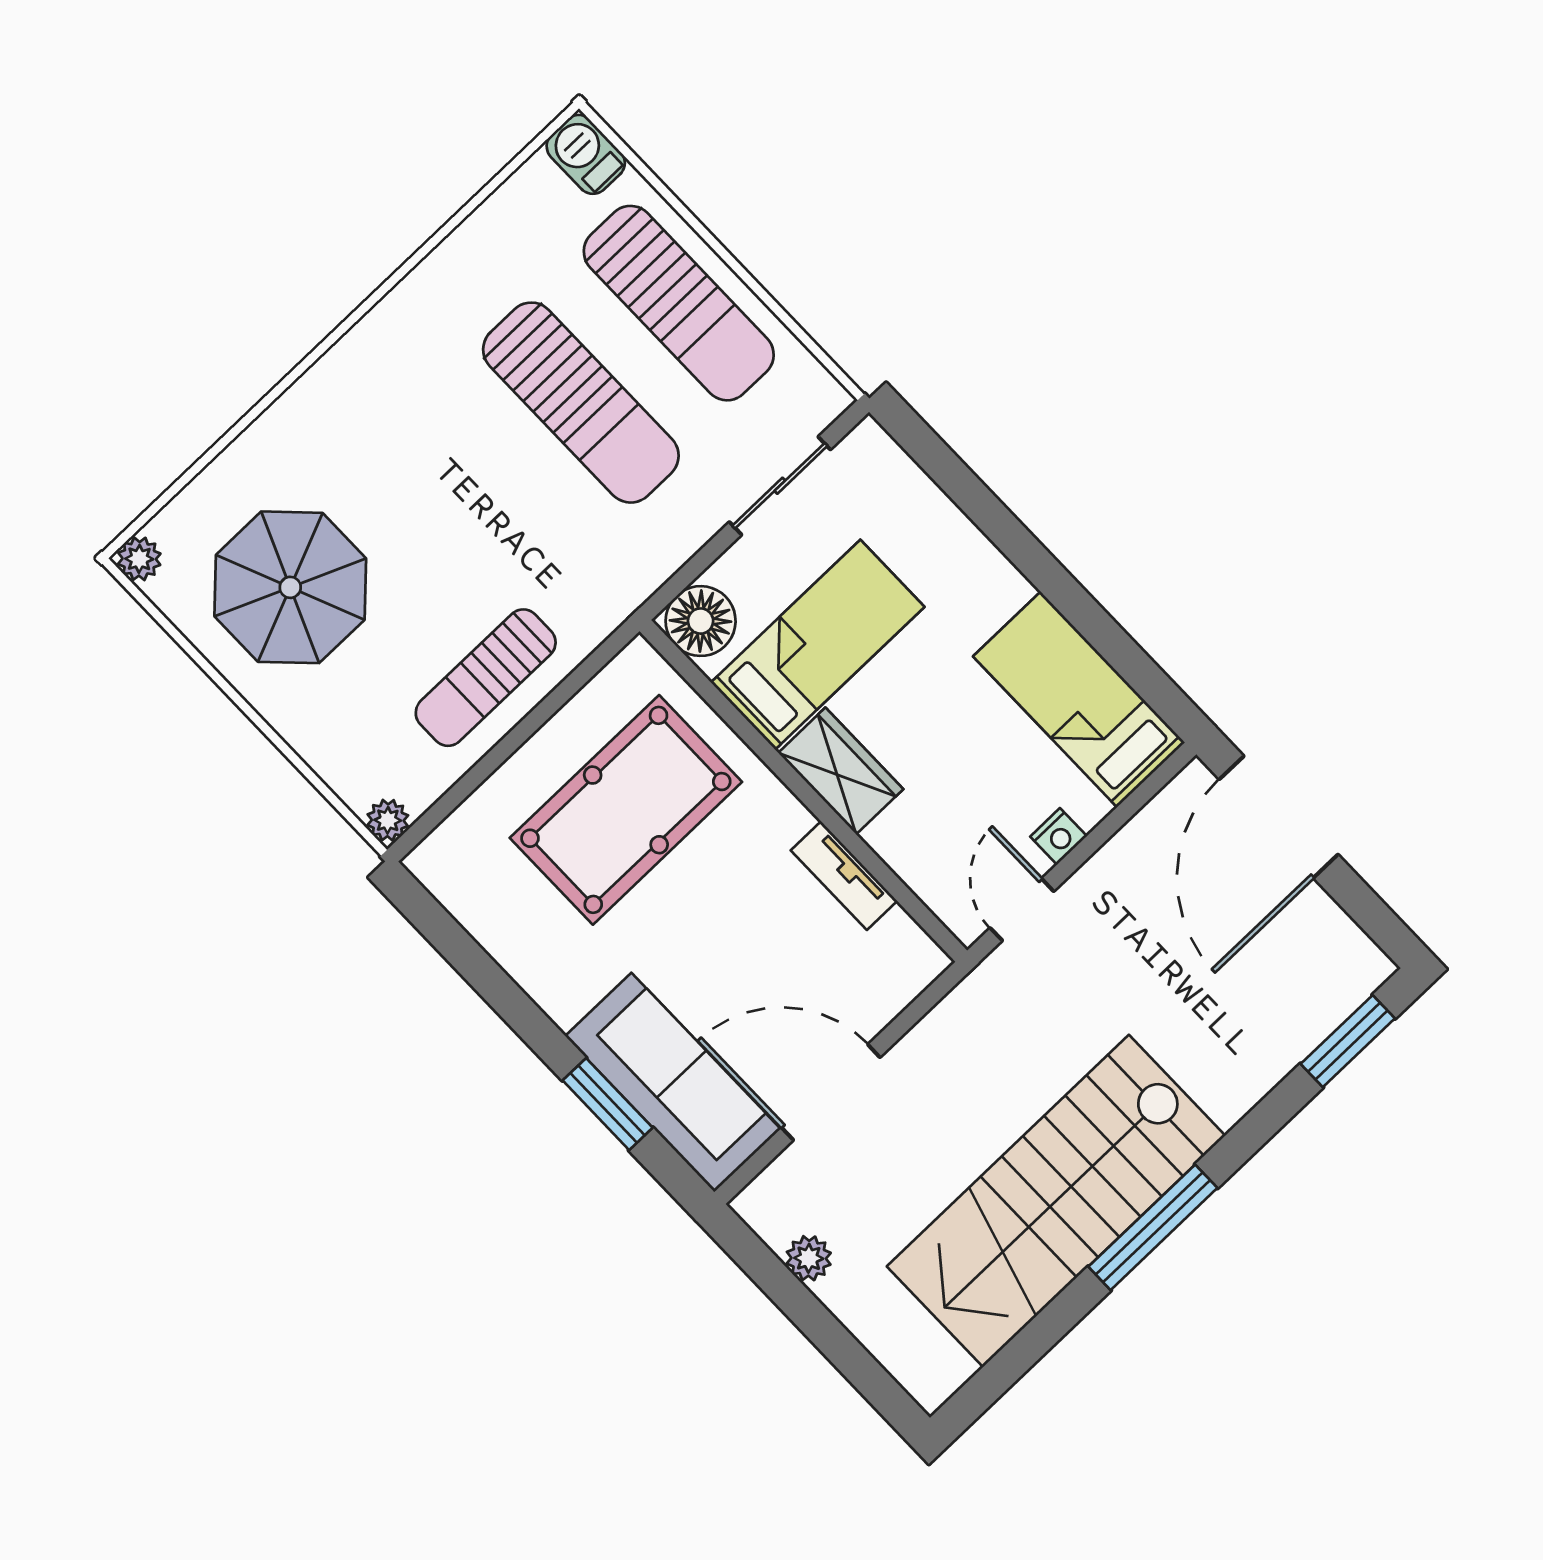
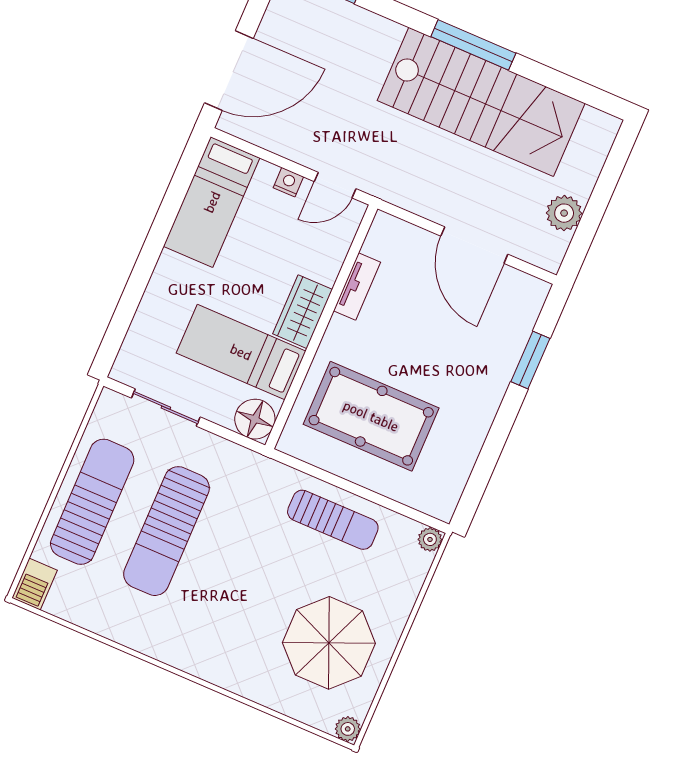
sun lounger: (581, 403) -> (167, 531), turned 180
sofa: (673, 1082) -> (504, 330), removed
plant: (809, 1258) -> (564, 213), width x1.38, depth x1.38

